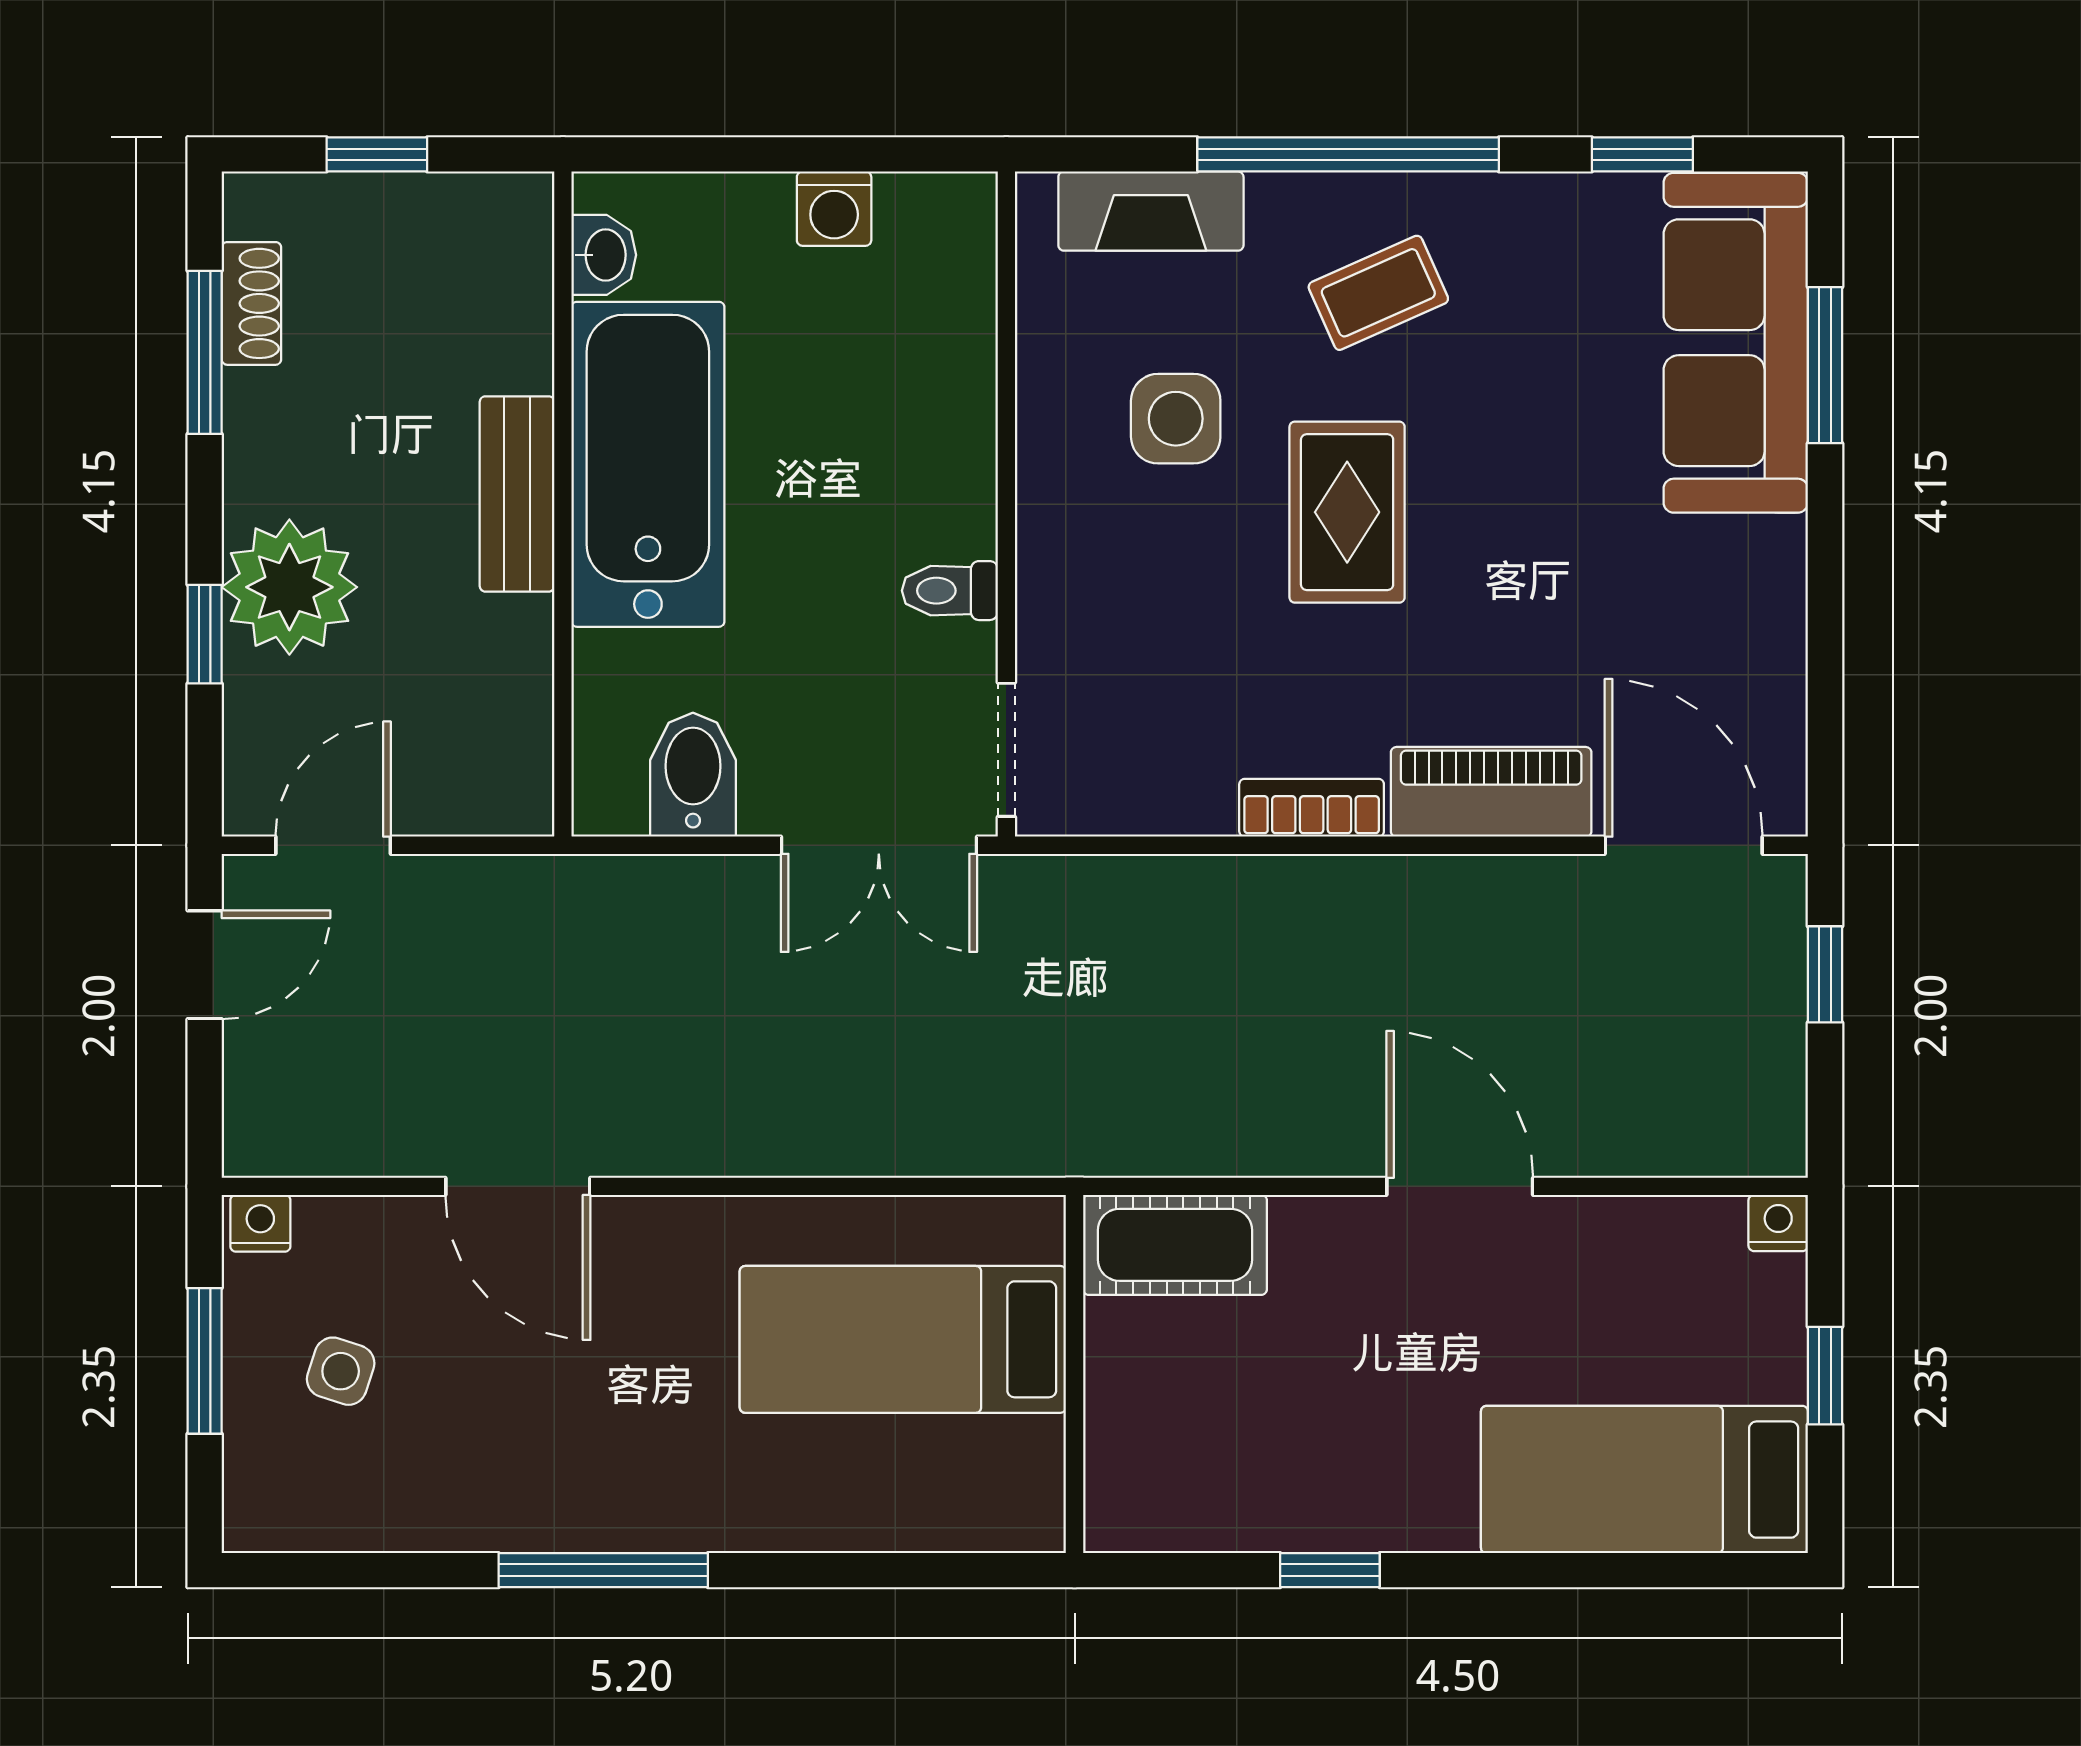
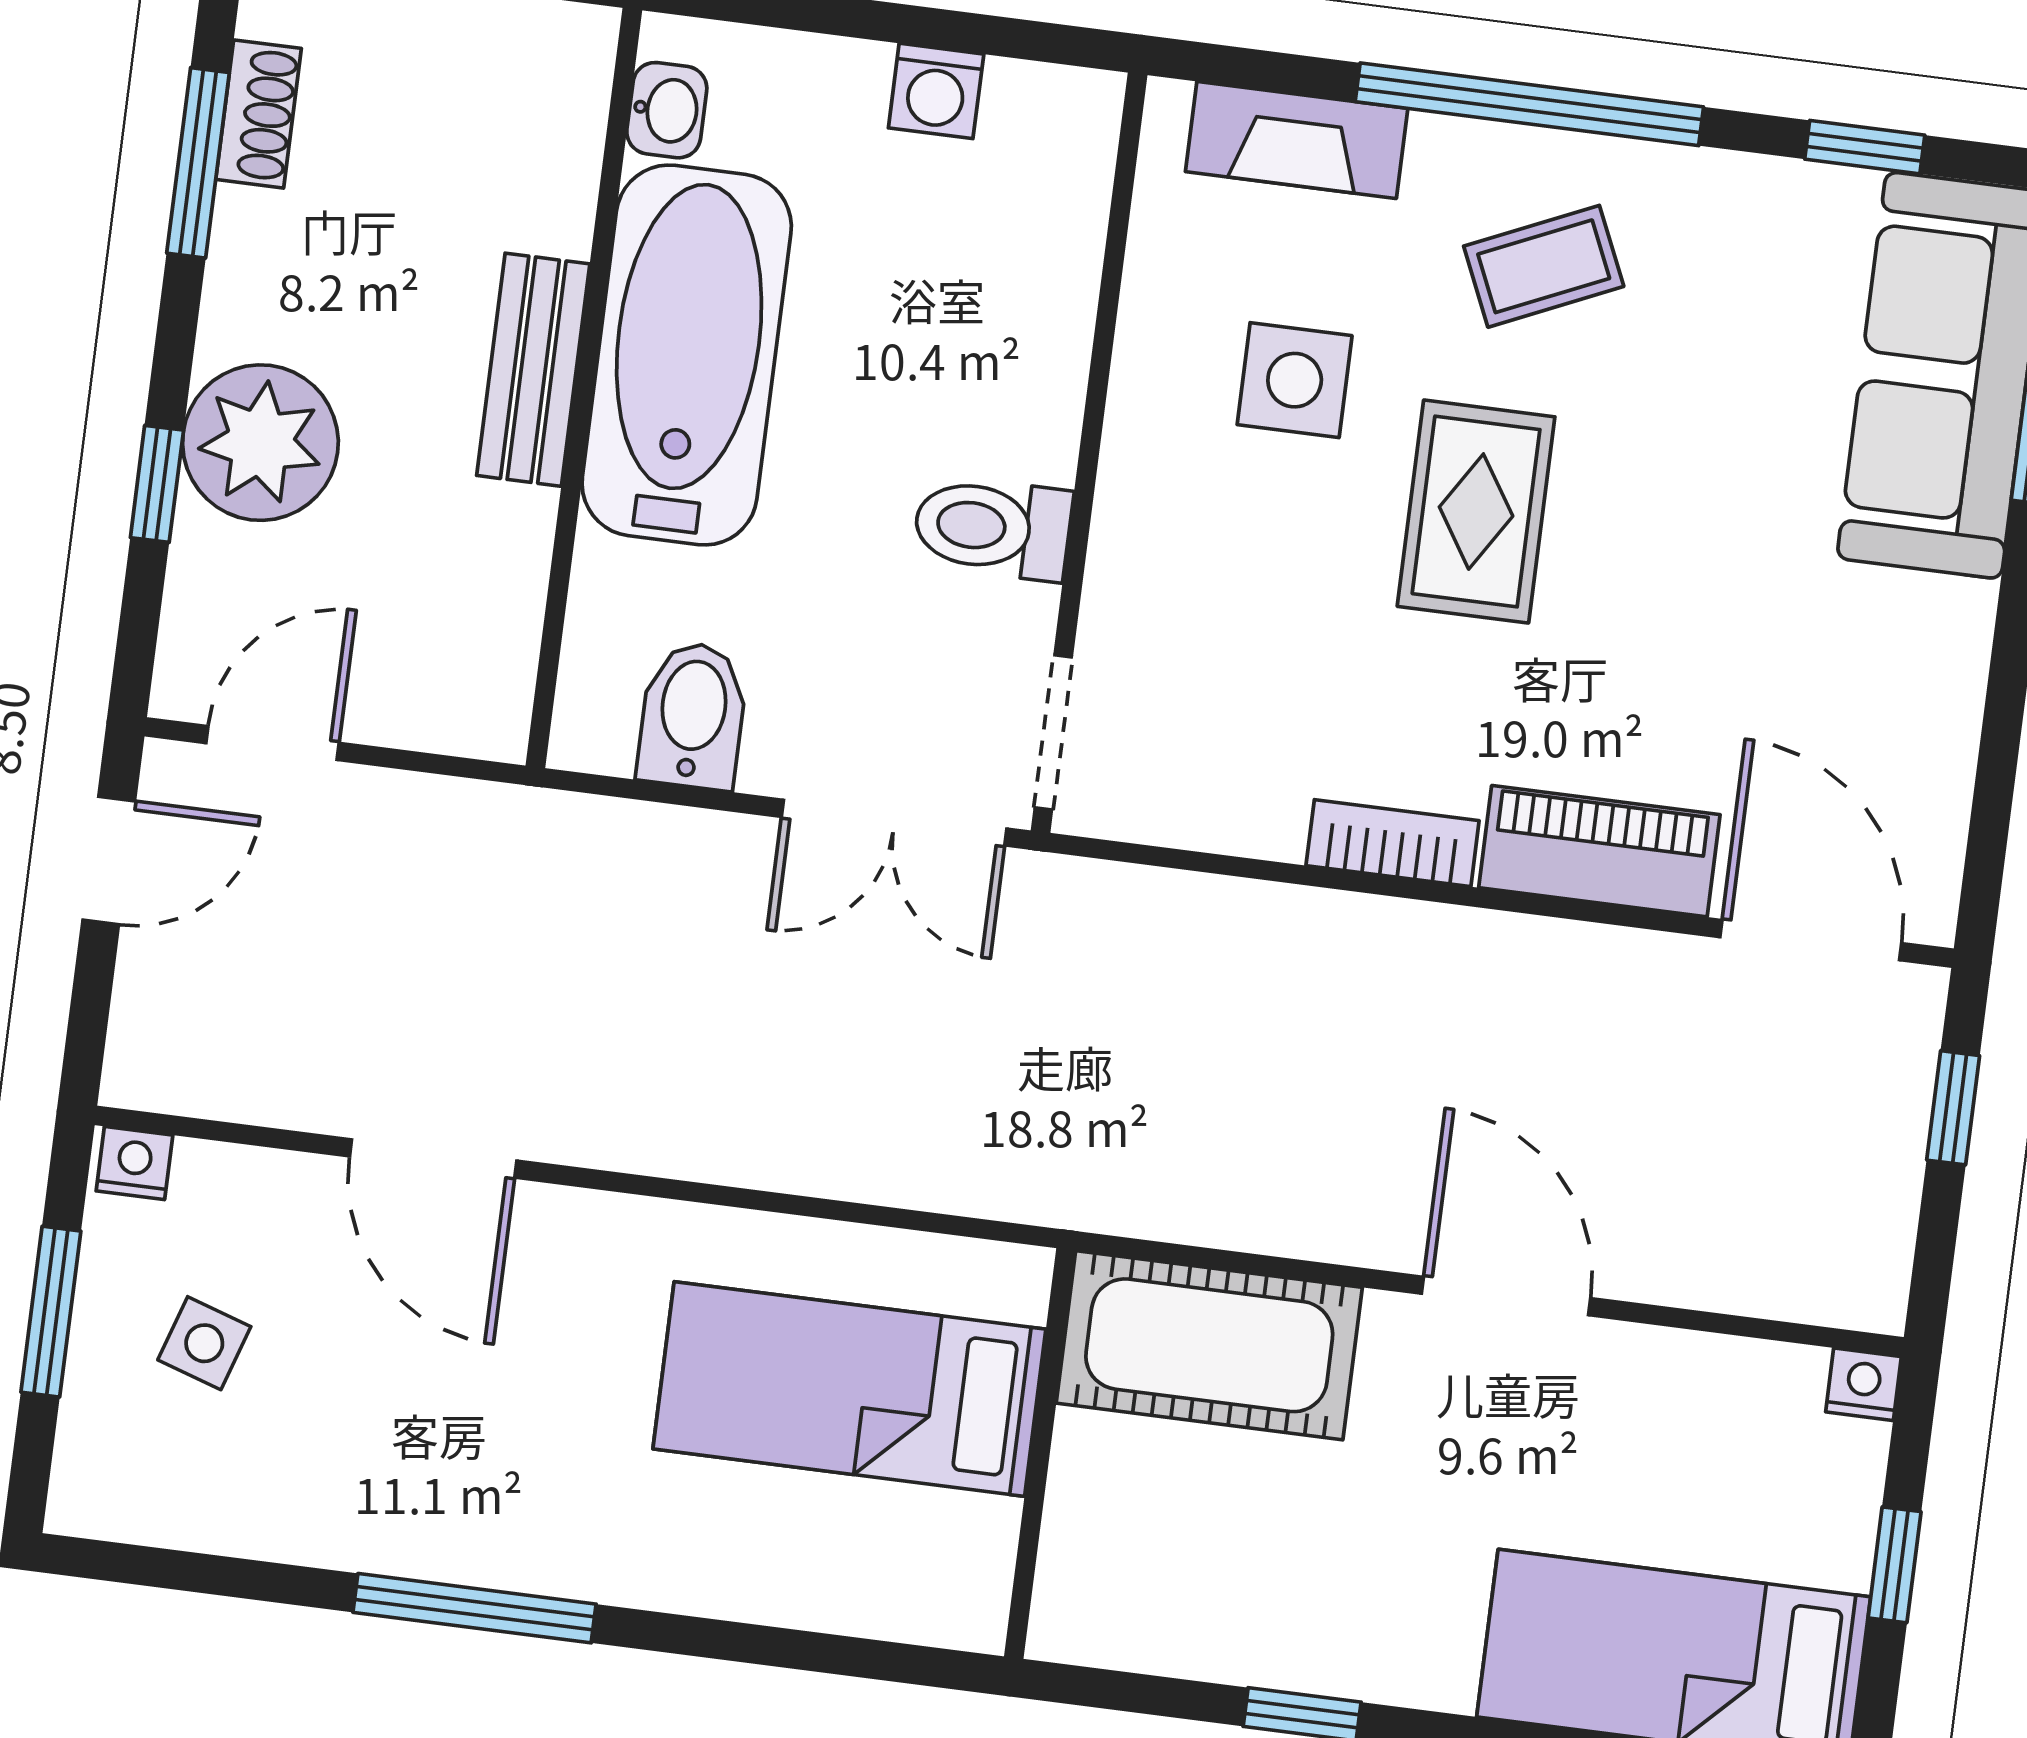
toilet: (950, 591) -> (993, 528), width x1.37, depth x1.39
cot: (1175, 1245) -> (1209, 1345), width x1.37, depth x1.34

